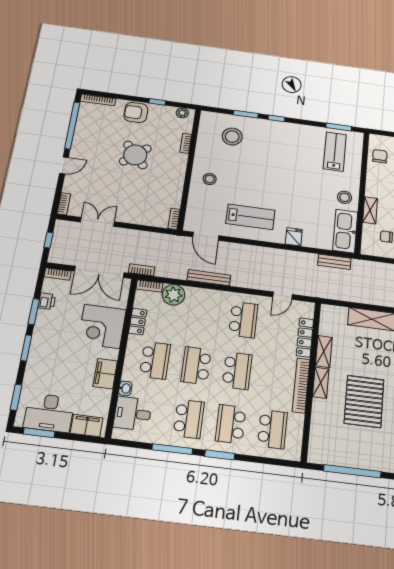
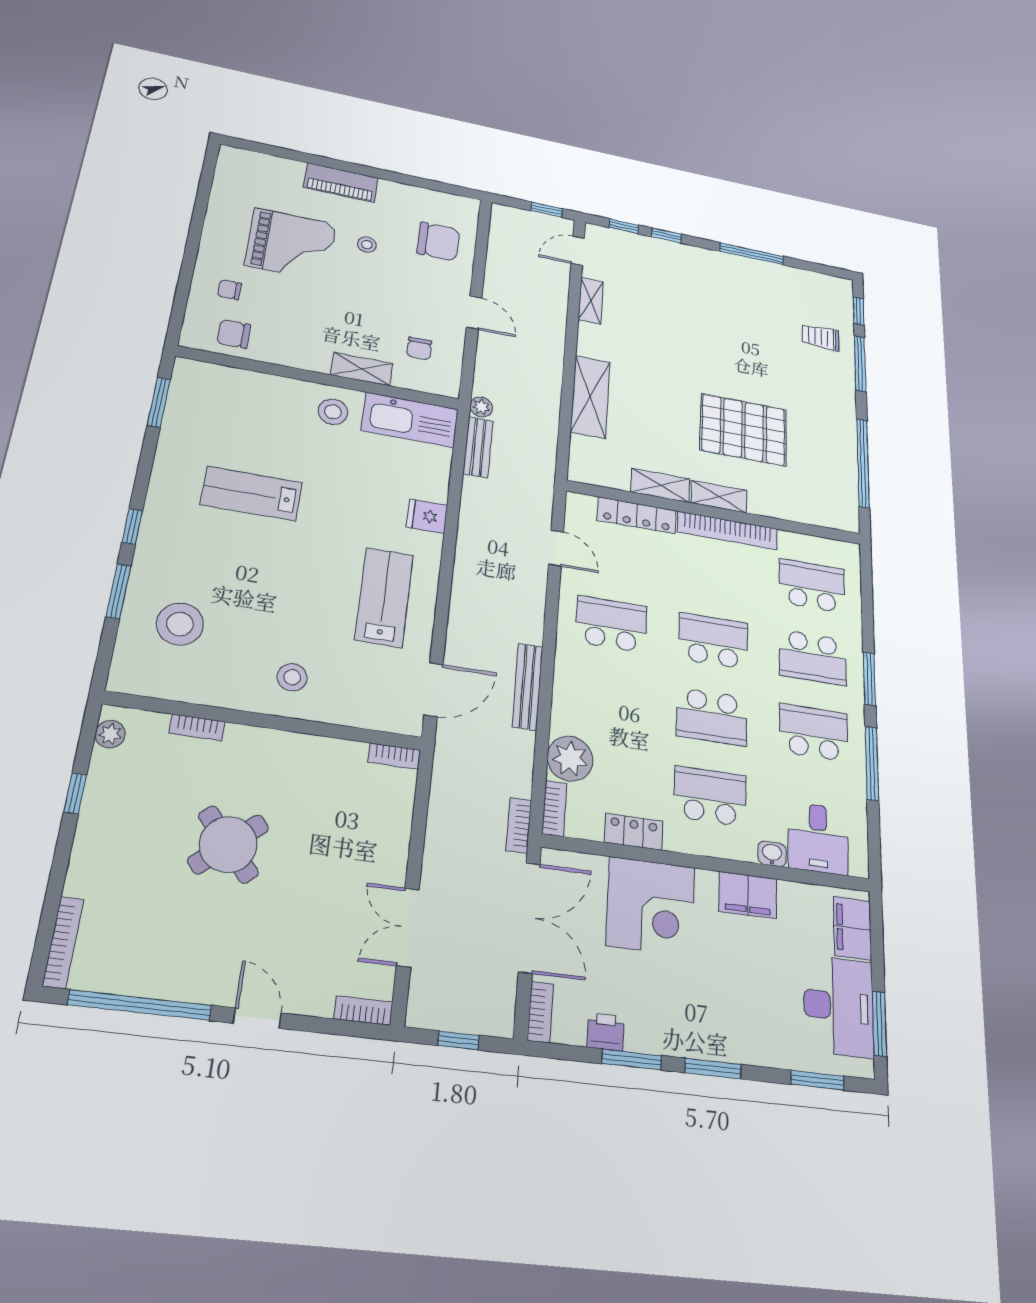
armchair: (136, 112) -> (105, 845), removed
lab bench: (335, 152) -> (251, 494), moved
plant: (357, 264) -> (481, 407), added

